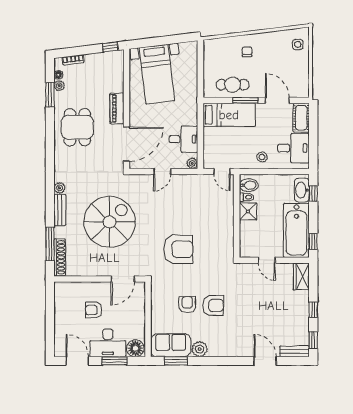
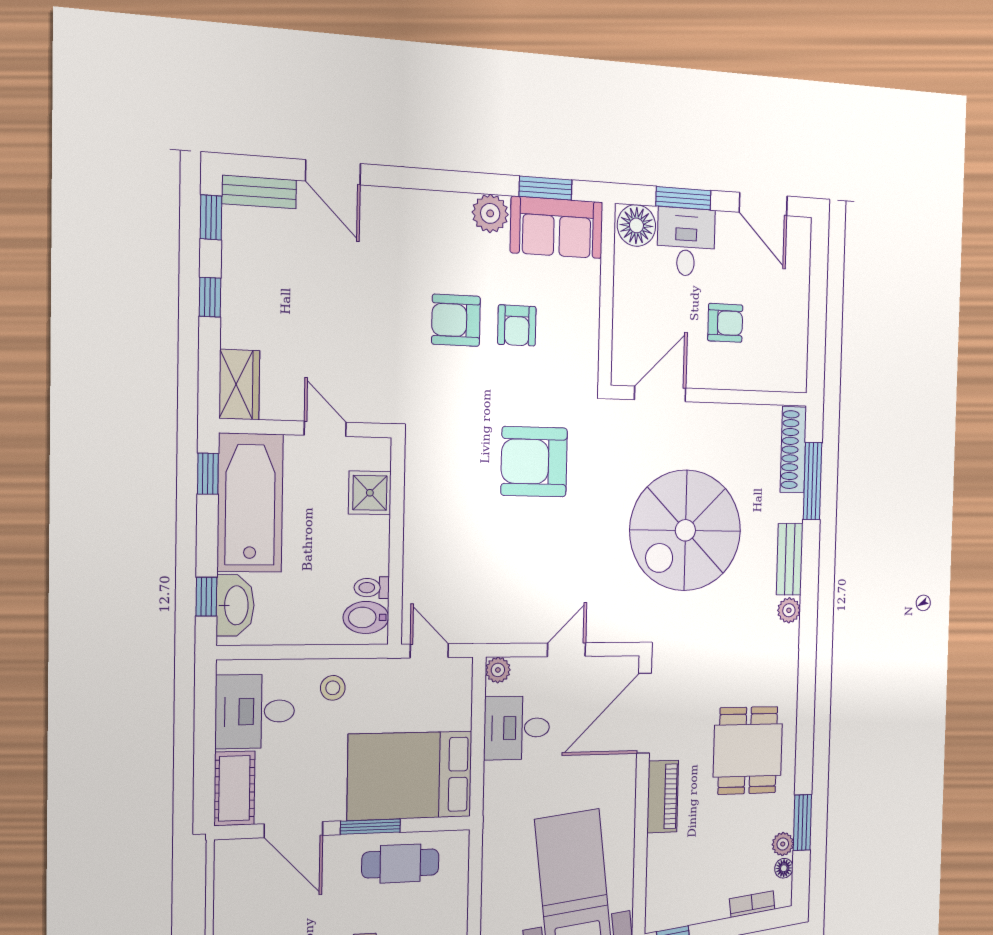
bed: (229, 115) -> (410, 776), width x1.50
shower: (248, 211) -> (370, 493), moved
desk: (108, 343) -> (686, 242), width x0.73

